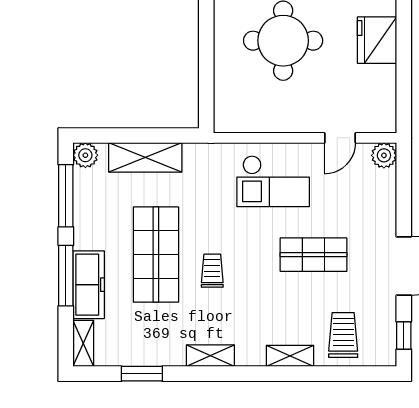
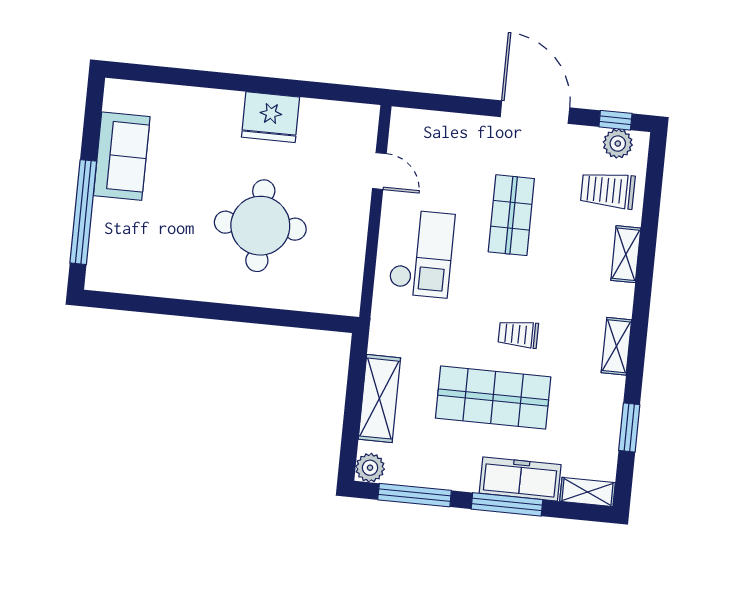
plant: (384, 155) -> (618, 144), moved

